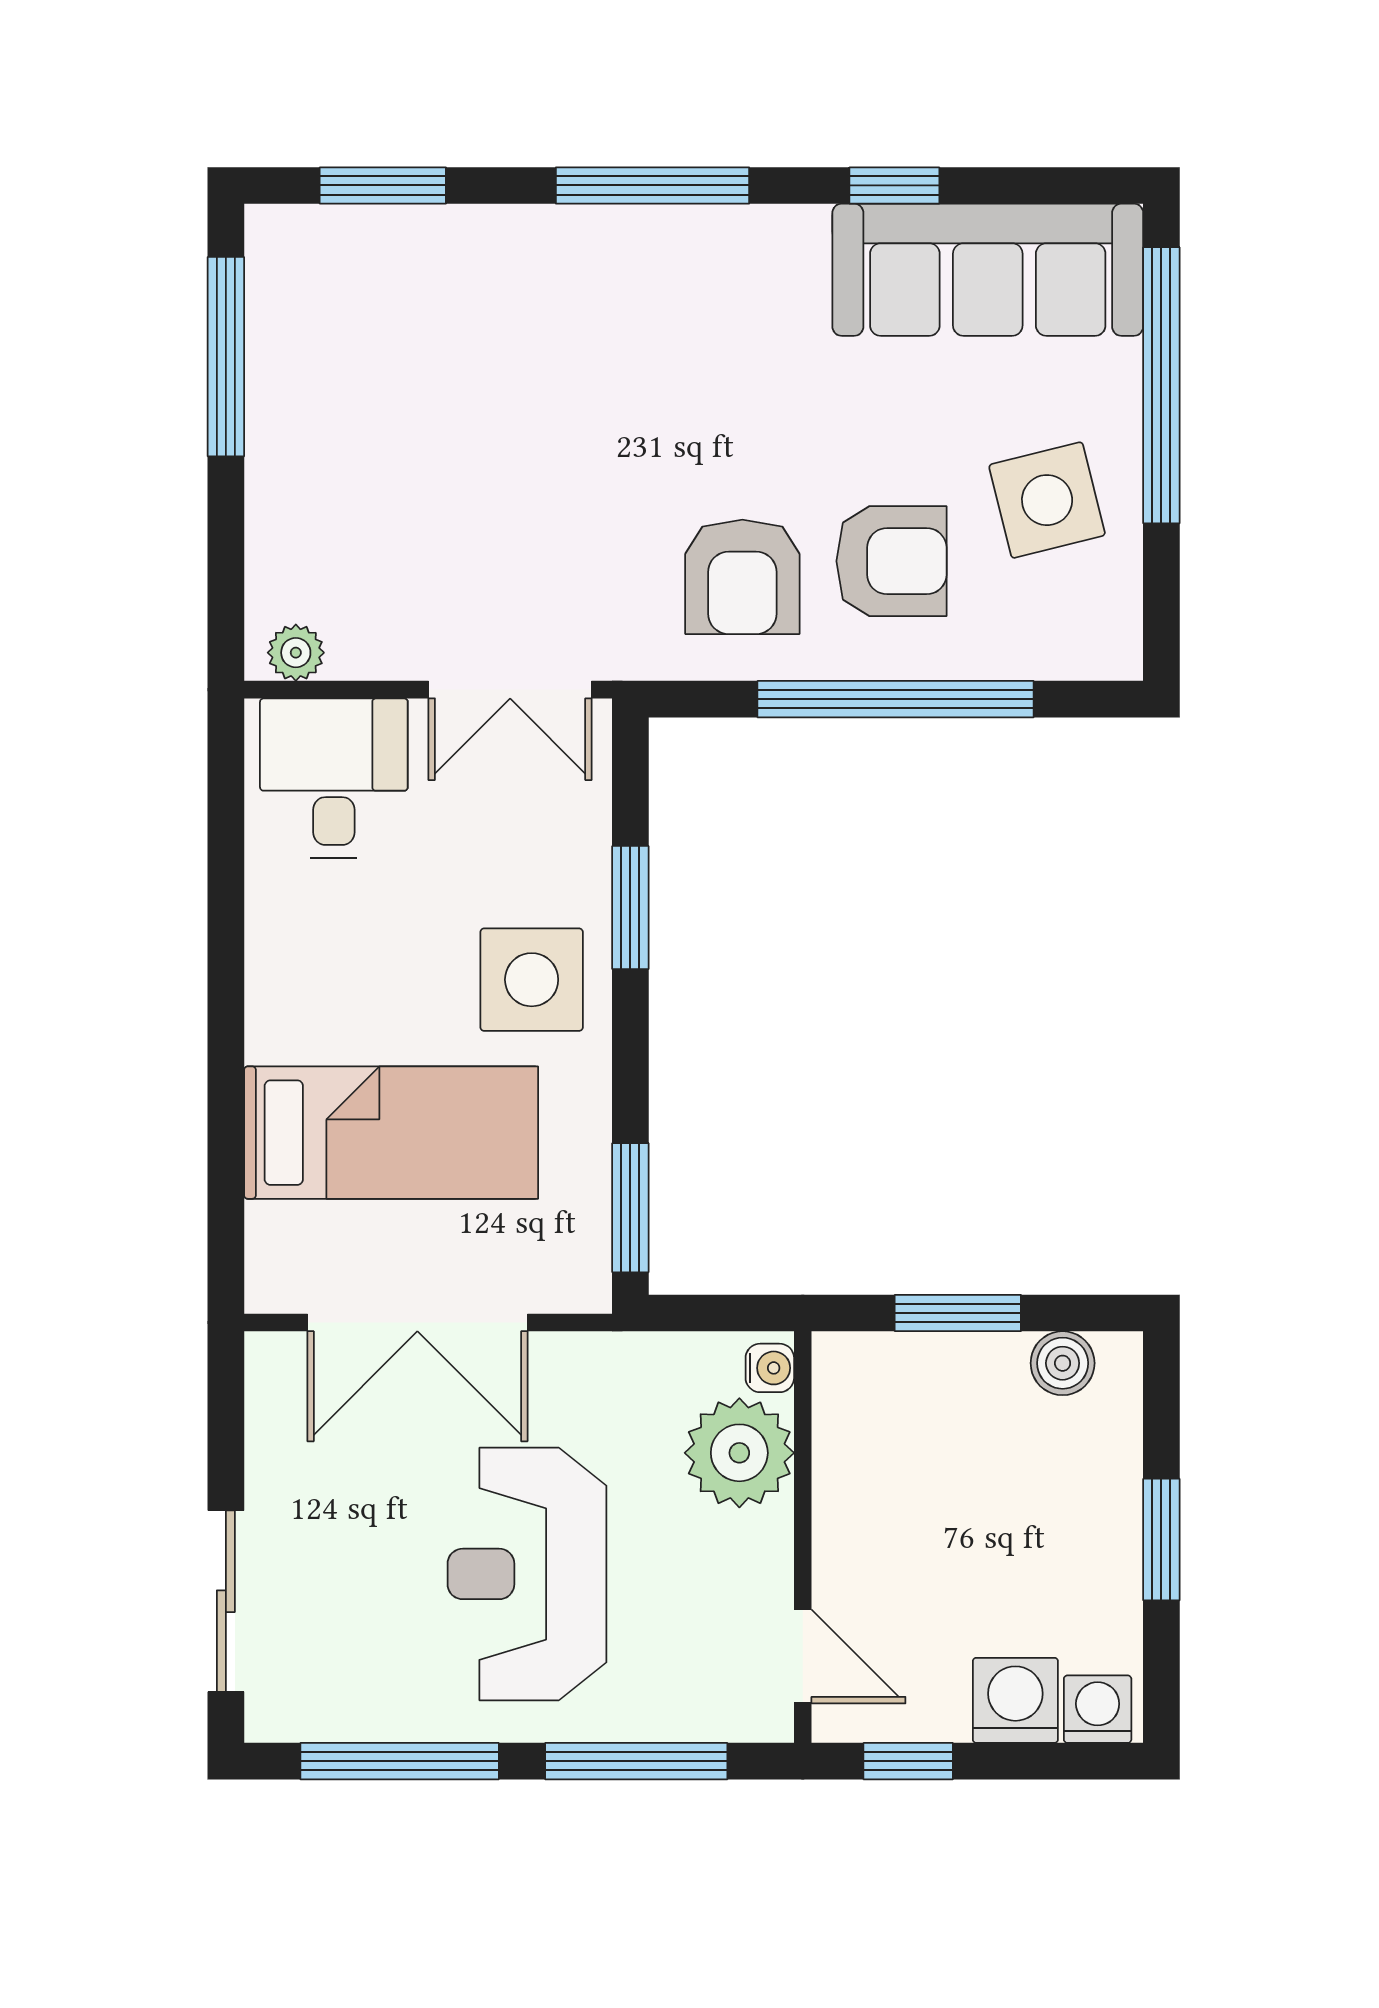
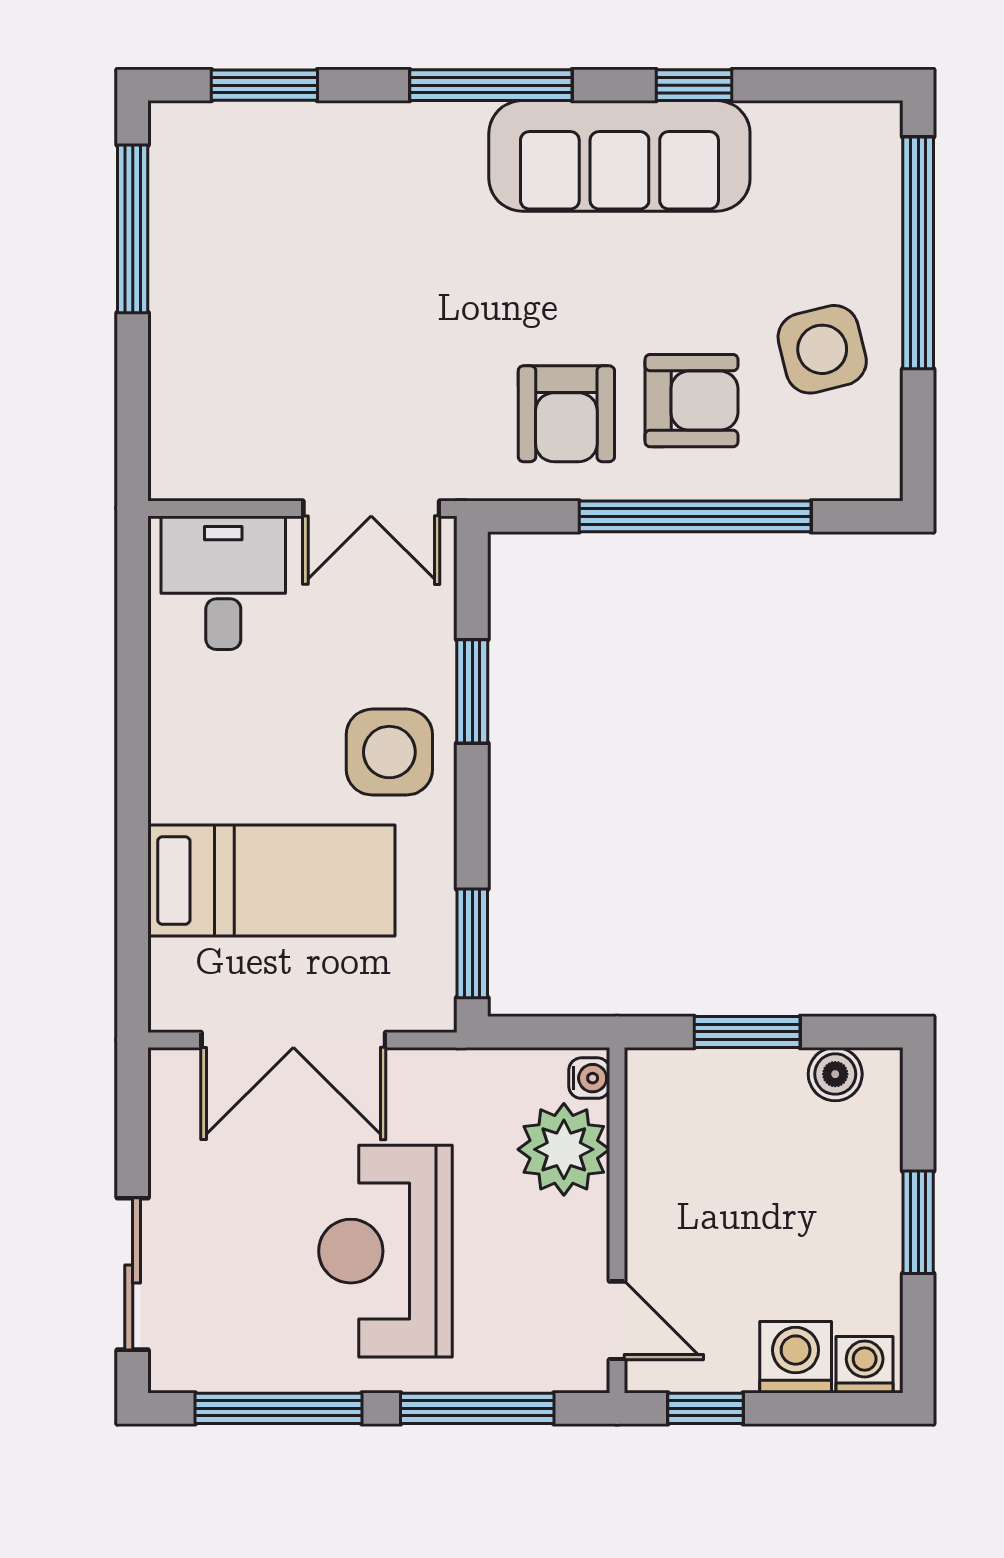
sofa: (988, 270) -> (619, 156), moved
plant: (296, 653) -> (191, 477), removed

